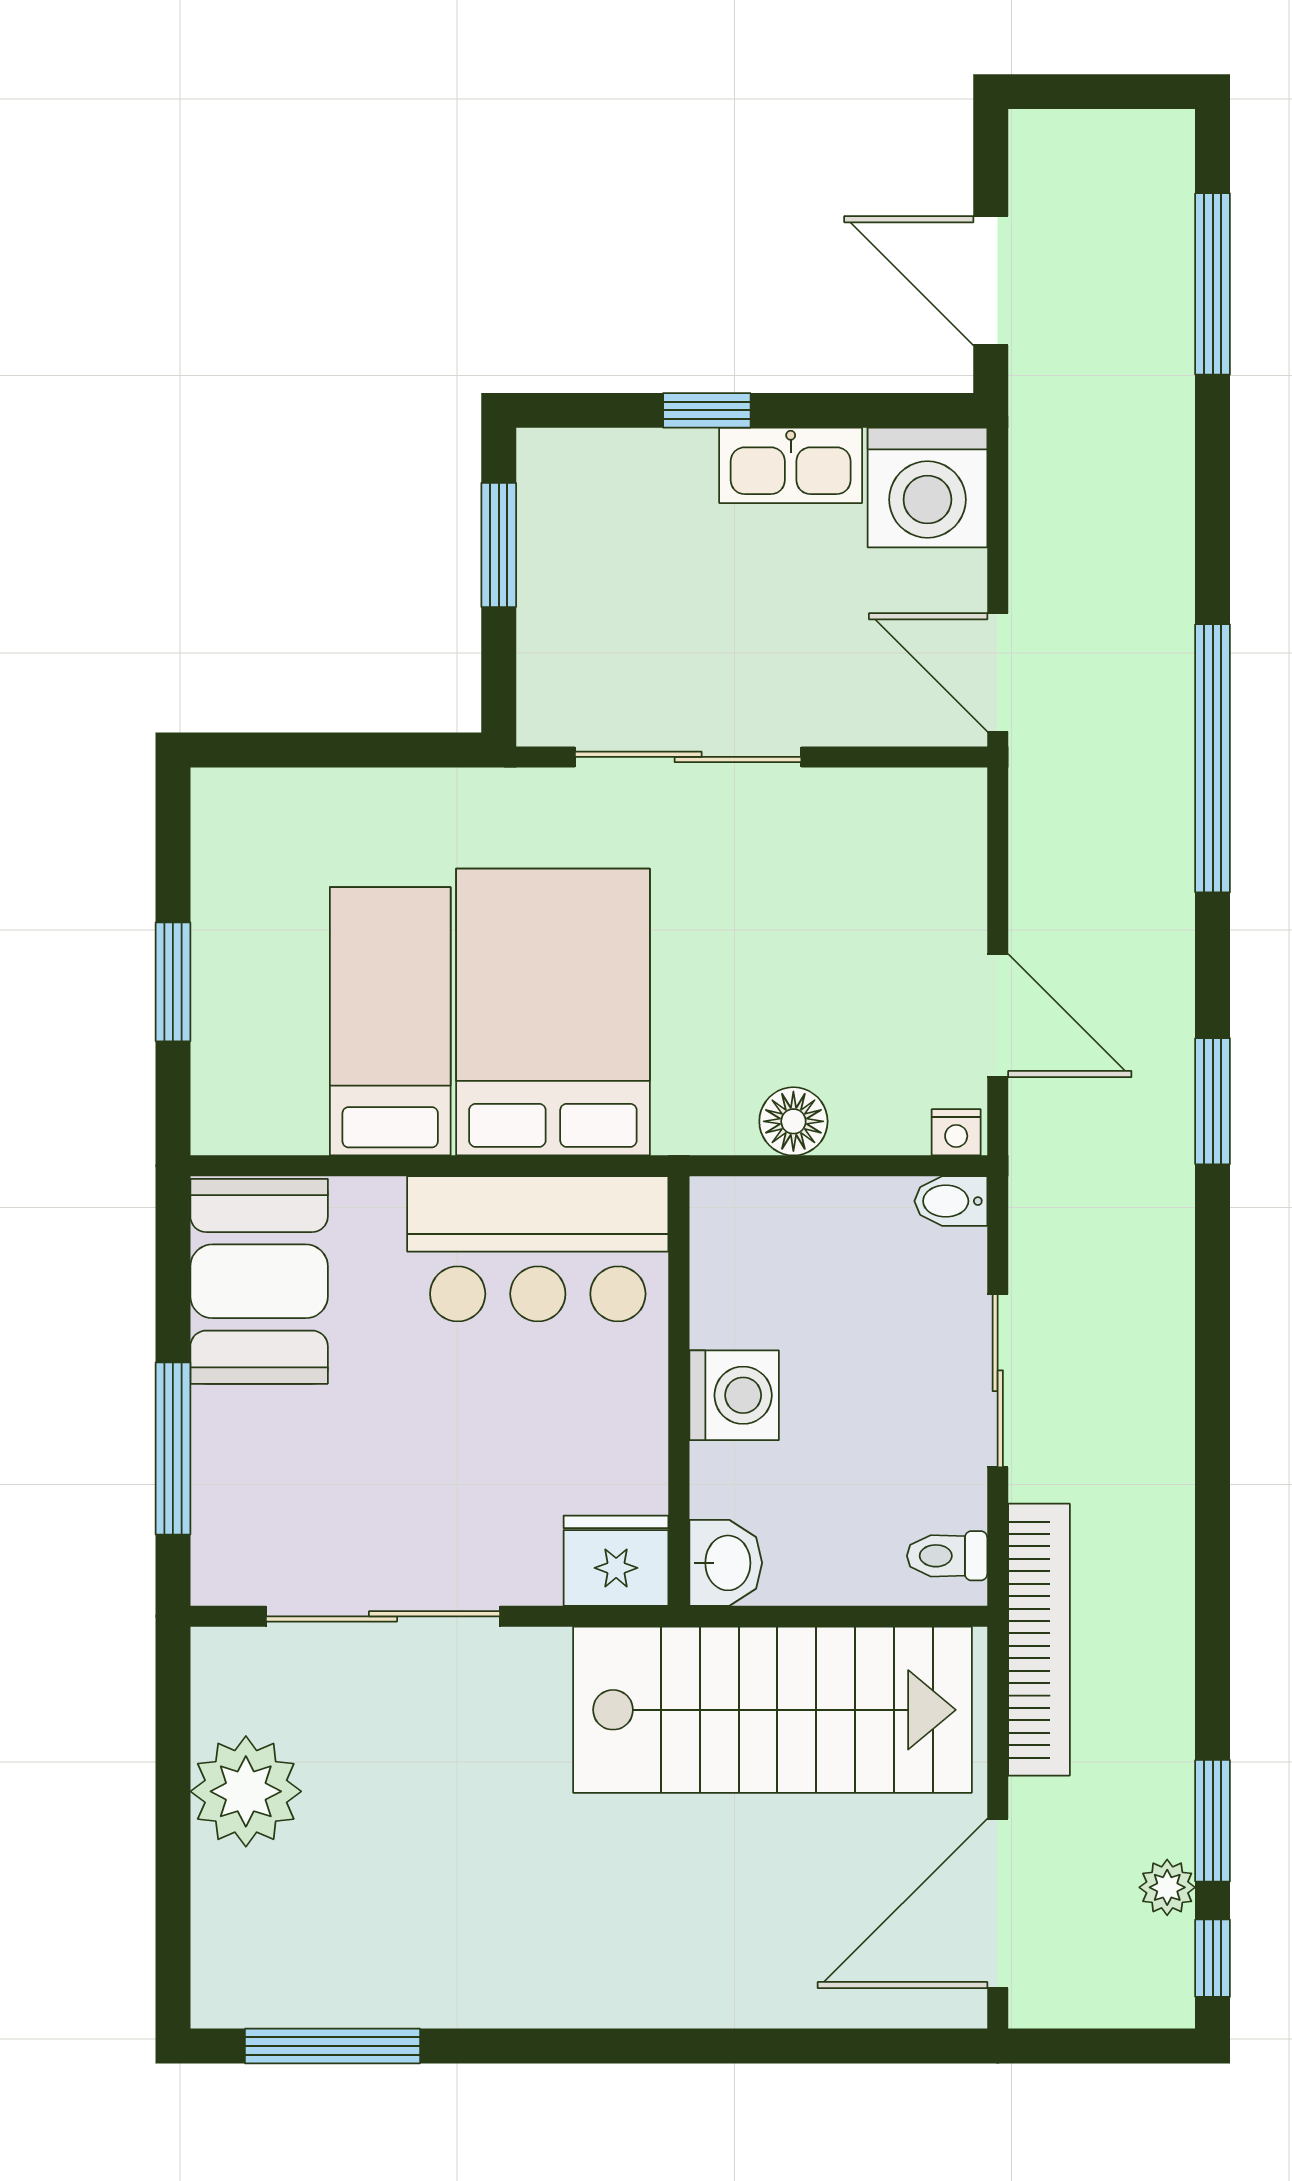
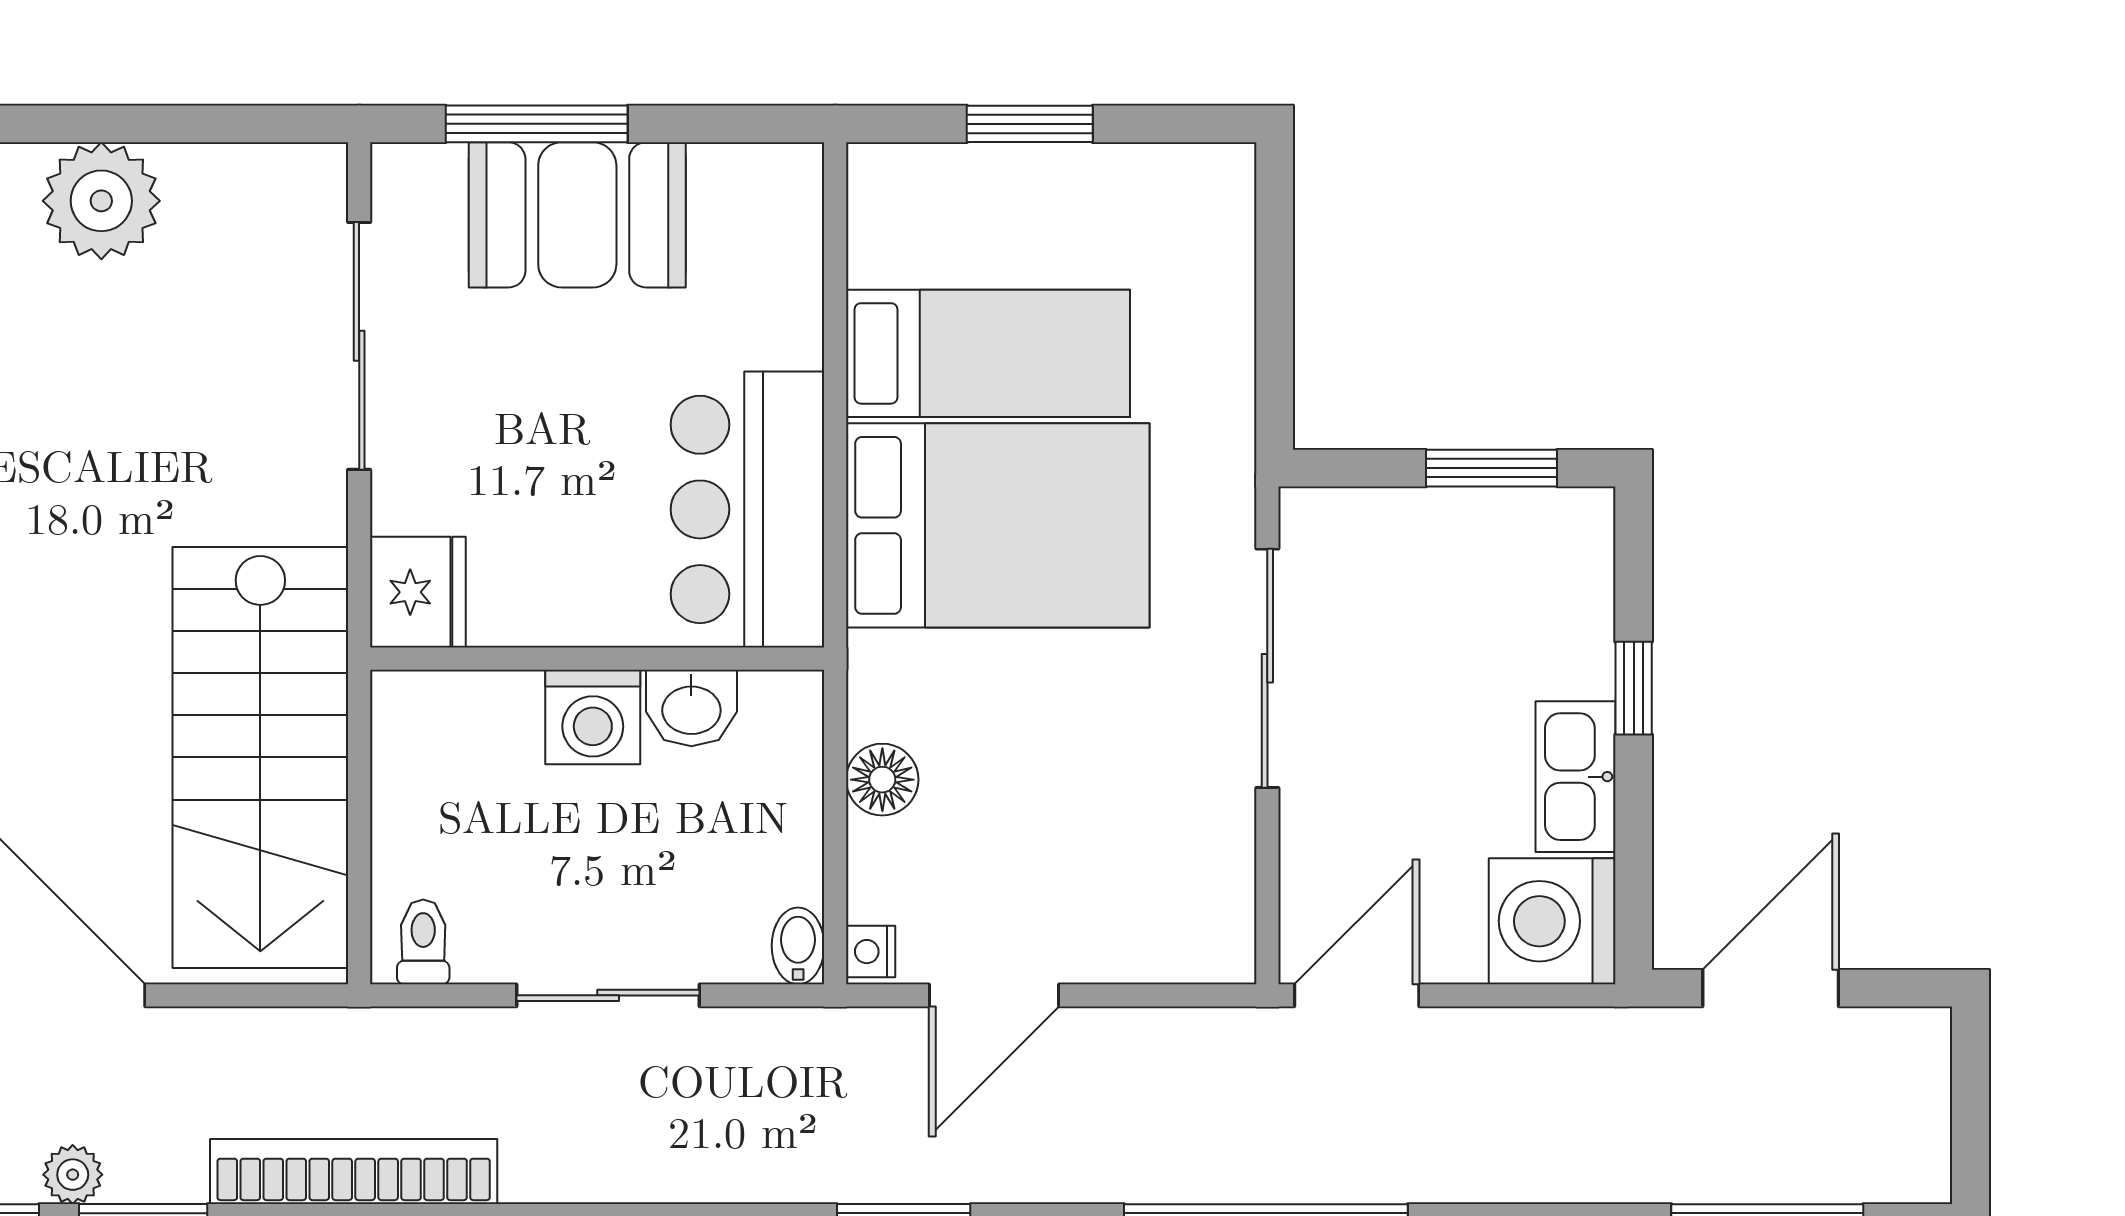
booth: (259, 1281) -> (577, 215), moved
washbasin: (726, 1563) -> (691, 708), moved
bookcase: (1039, 1640) -> (354, 1172), moved, turned 180
plant: (246, 1791) -> (101, 201), moved

